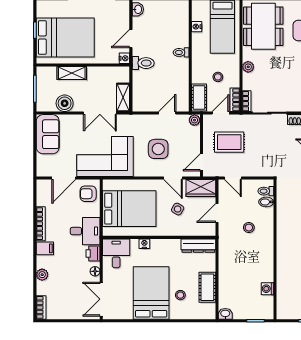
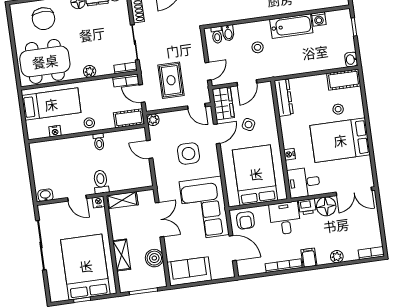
toilet: (181, 52) -> (99, 142), moved
stool: (218, 77) -> (89, 123), moved
shelving: (123, 97) -> (122, 200), moved
door: (217, 213) -> (247, 83), hinge flipped
bathtub: (264, 262) -> (291, 26), added
floor lamp: (95, 271) -> (326, 206), width x1.89, depth x1.89
cot: (207, 287) -> (344, 80), moved

